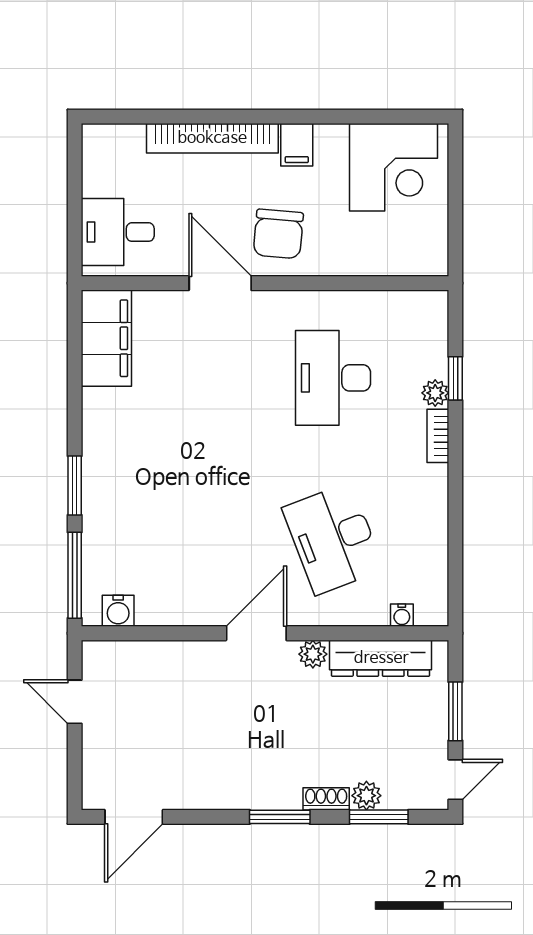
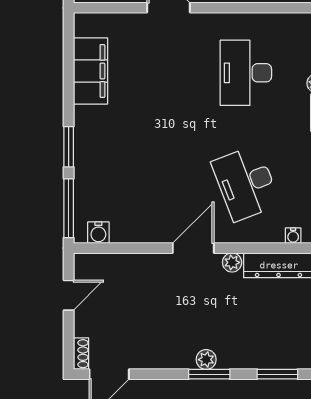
filing cabinet: (106, 338) -> (90, 71), moved
door: (75, 702) -> (69, 295), swing flipped
plant: (366, 796) -> (206, 360), moved
shoe rack: (326, 799) -> (81, 354), moved, turned 90

